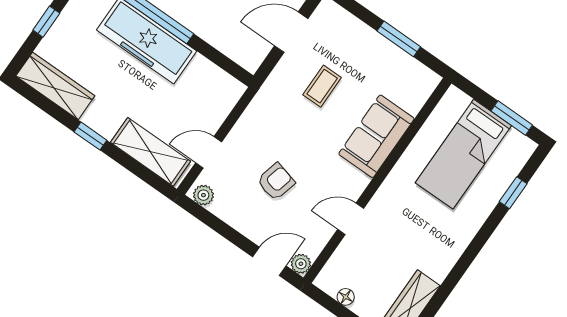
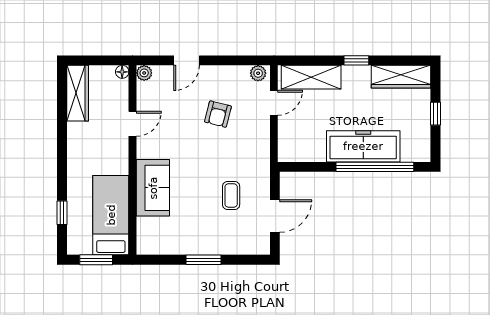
sofa: (376, 136) -> (153, 188), moved
wall: (377, 180) -> (133, 160), moved
door: (351, 219) -> (133, 124), moved
plant: (301, 264) -> (144, 73), moved

